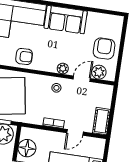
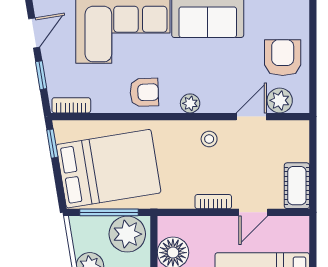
plant: (63, 69) -> (190, 103), moved

